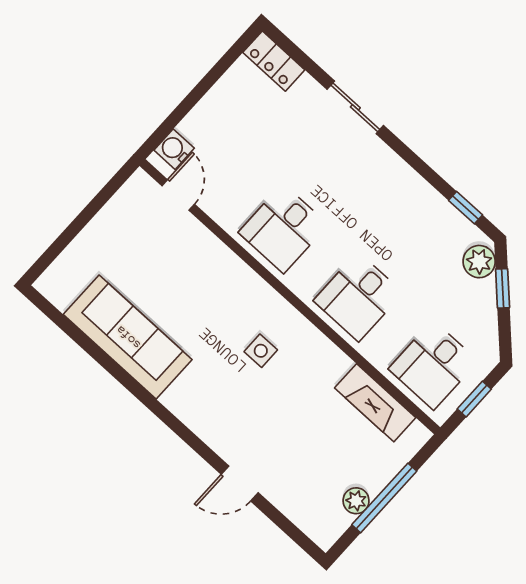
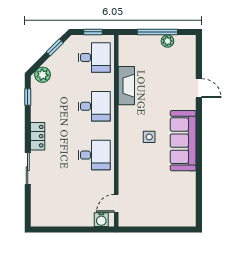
locker: (274, 61) -> (38, 136), moved
window: (503, 288) -> (55, 47), moved
sofa: (128, 337) -> (183, 141), moved
side table: (261, 351) -> (149, 137), moved
fireplace: (375, 403) -> (126, 86), moved

